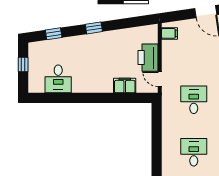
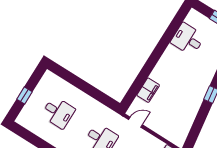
printer: (148, 58) -> (159, 124), removed

